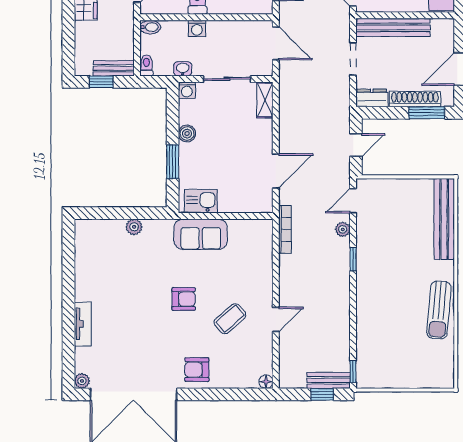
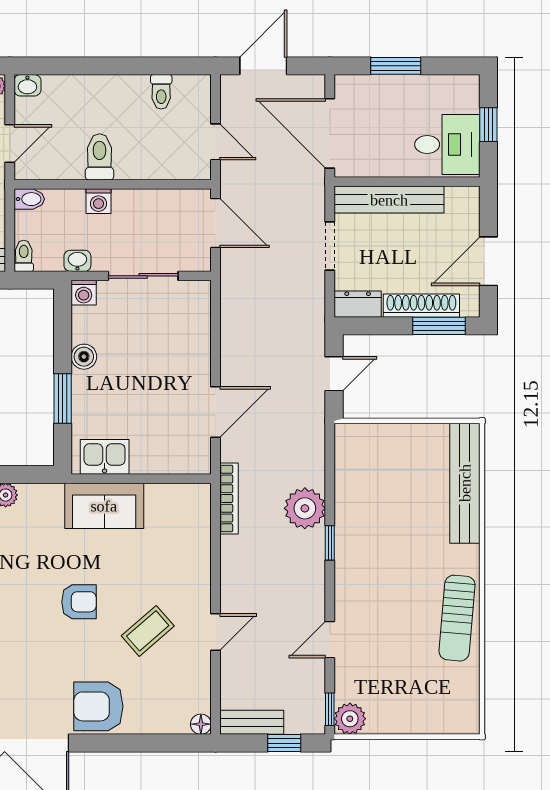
shelving: (265, 100) -> (199, 307), removed
door: (353, 201) -> (330, 640), moved
plant: (343, 229) -> (305, 508), width x1.88, depth x1.88
armchair: (197, 370) -> (98, 706), width x1.38, depth x1.38
plant: (367, 378) -> (350, 719), added
bench: (329, 380) -> (252, 722), moved

